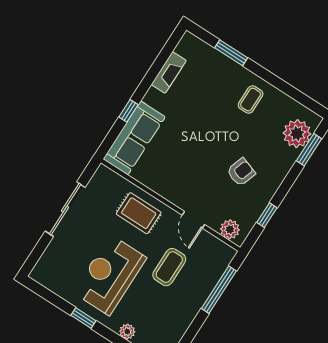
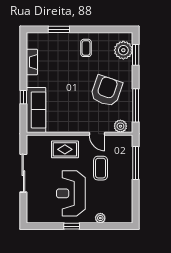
armchair: (241, 172) -> (106, 91), width x1.88, depth x1.88
window: (267, 215) -> (136, 105), width x2.17

